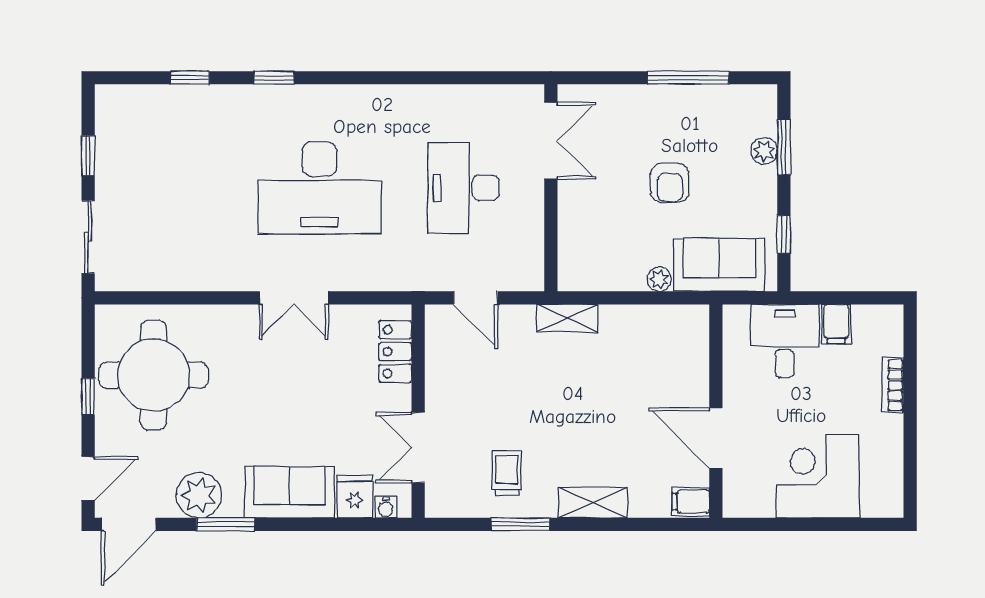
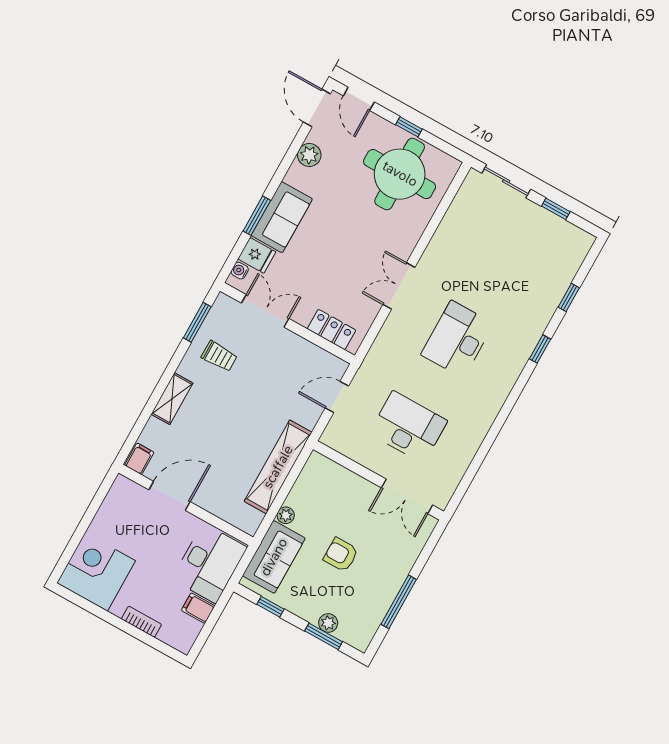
desk: (319, 188) -> (457, 339), width x0.73, depth x0.77
shelving: (567, 318) -> (278, 467), width x2.20, depth x1.33
desk: (785, 341) -> (209, 563), width x1.37
corner desk: (818, 476) -> (96, 572), moved, turned -90
plant: (199, 495) -> (309, 155), width x0.73, depth x0.73
window: (226, 524) -> (257, 216), moved
window: (520, 524) -> (197, 322), moved

